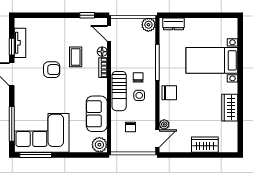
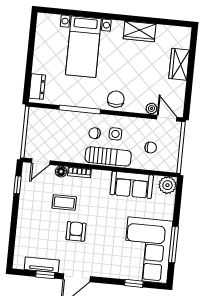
plant: (148, 25) -> (35, 115), removed
window: (12, 124) -> (134, 283), width x0.46
window: (36, 155) -> (173, 244), moved

